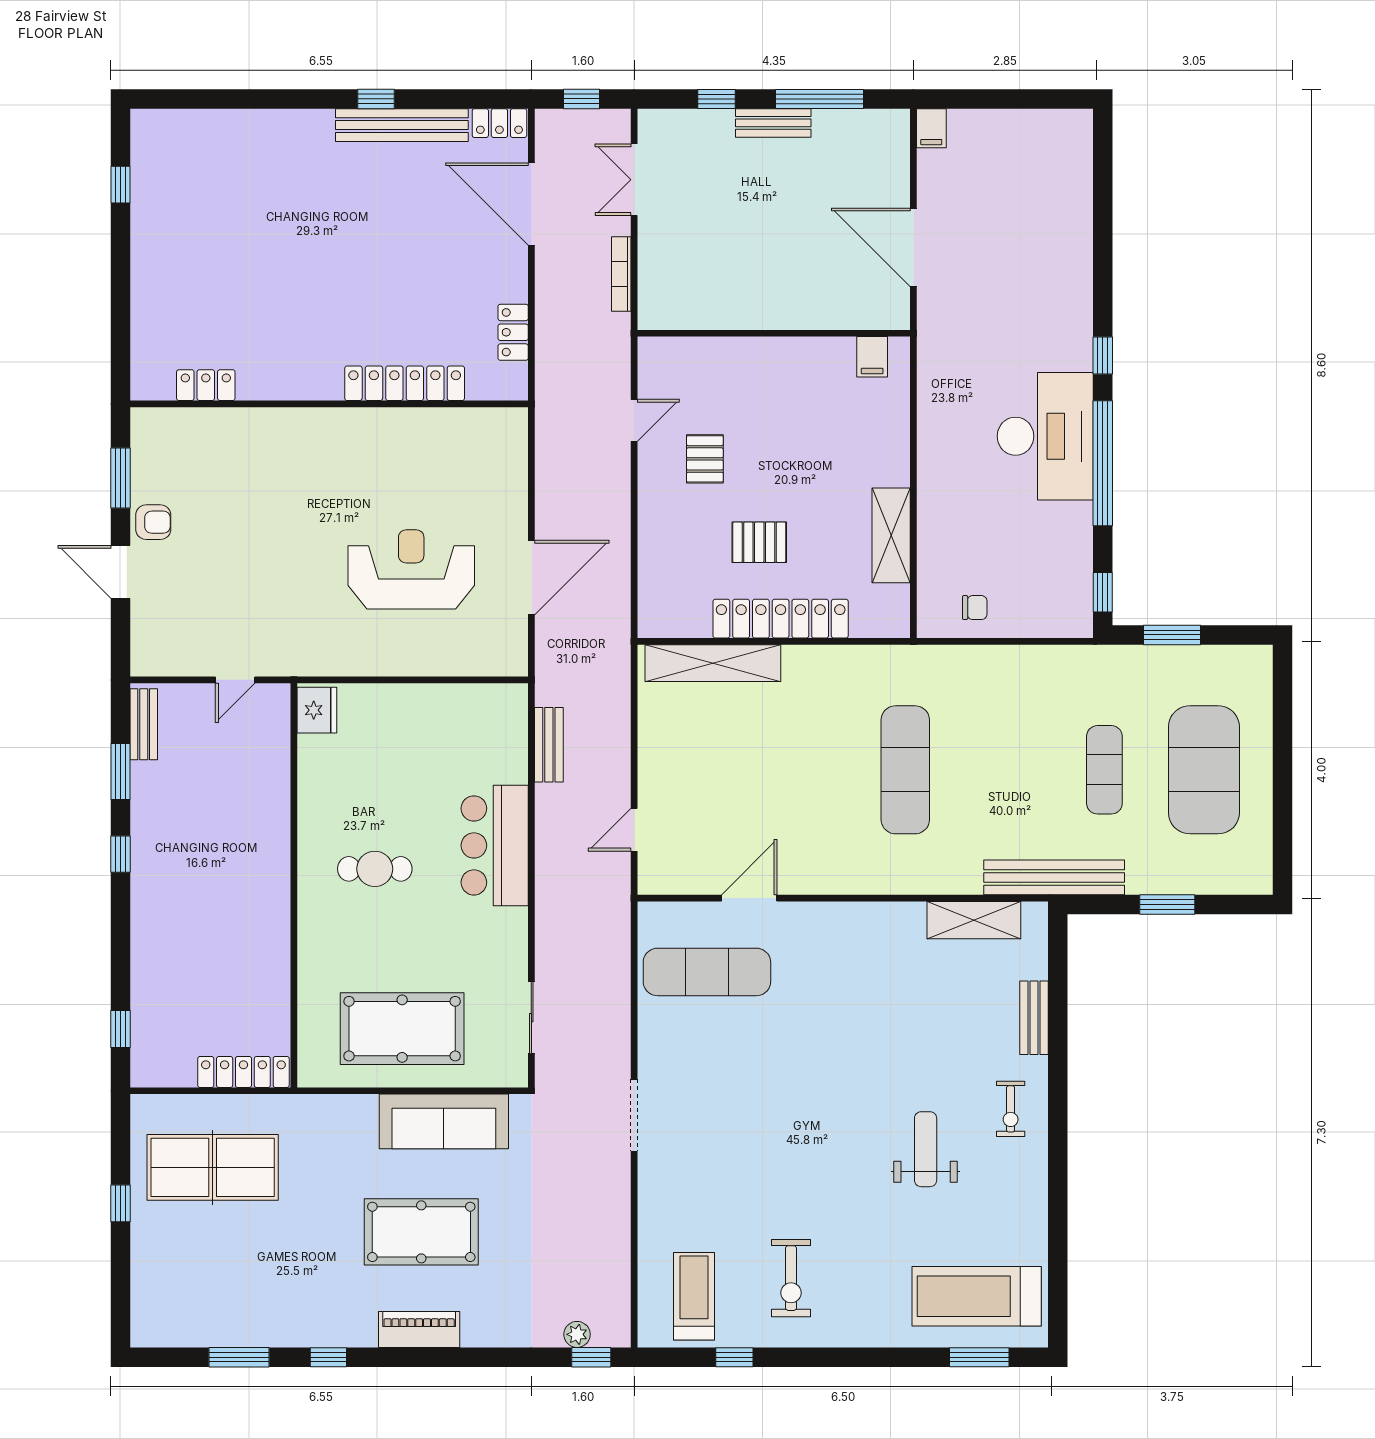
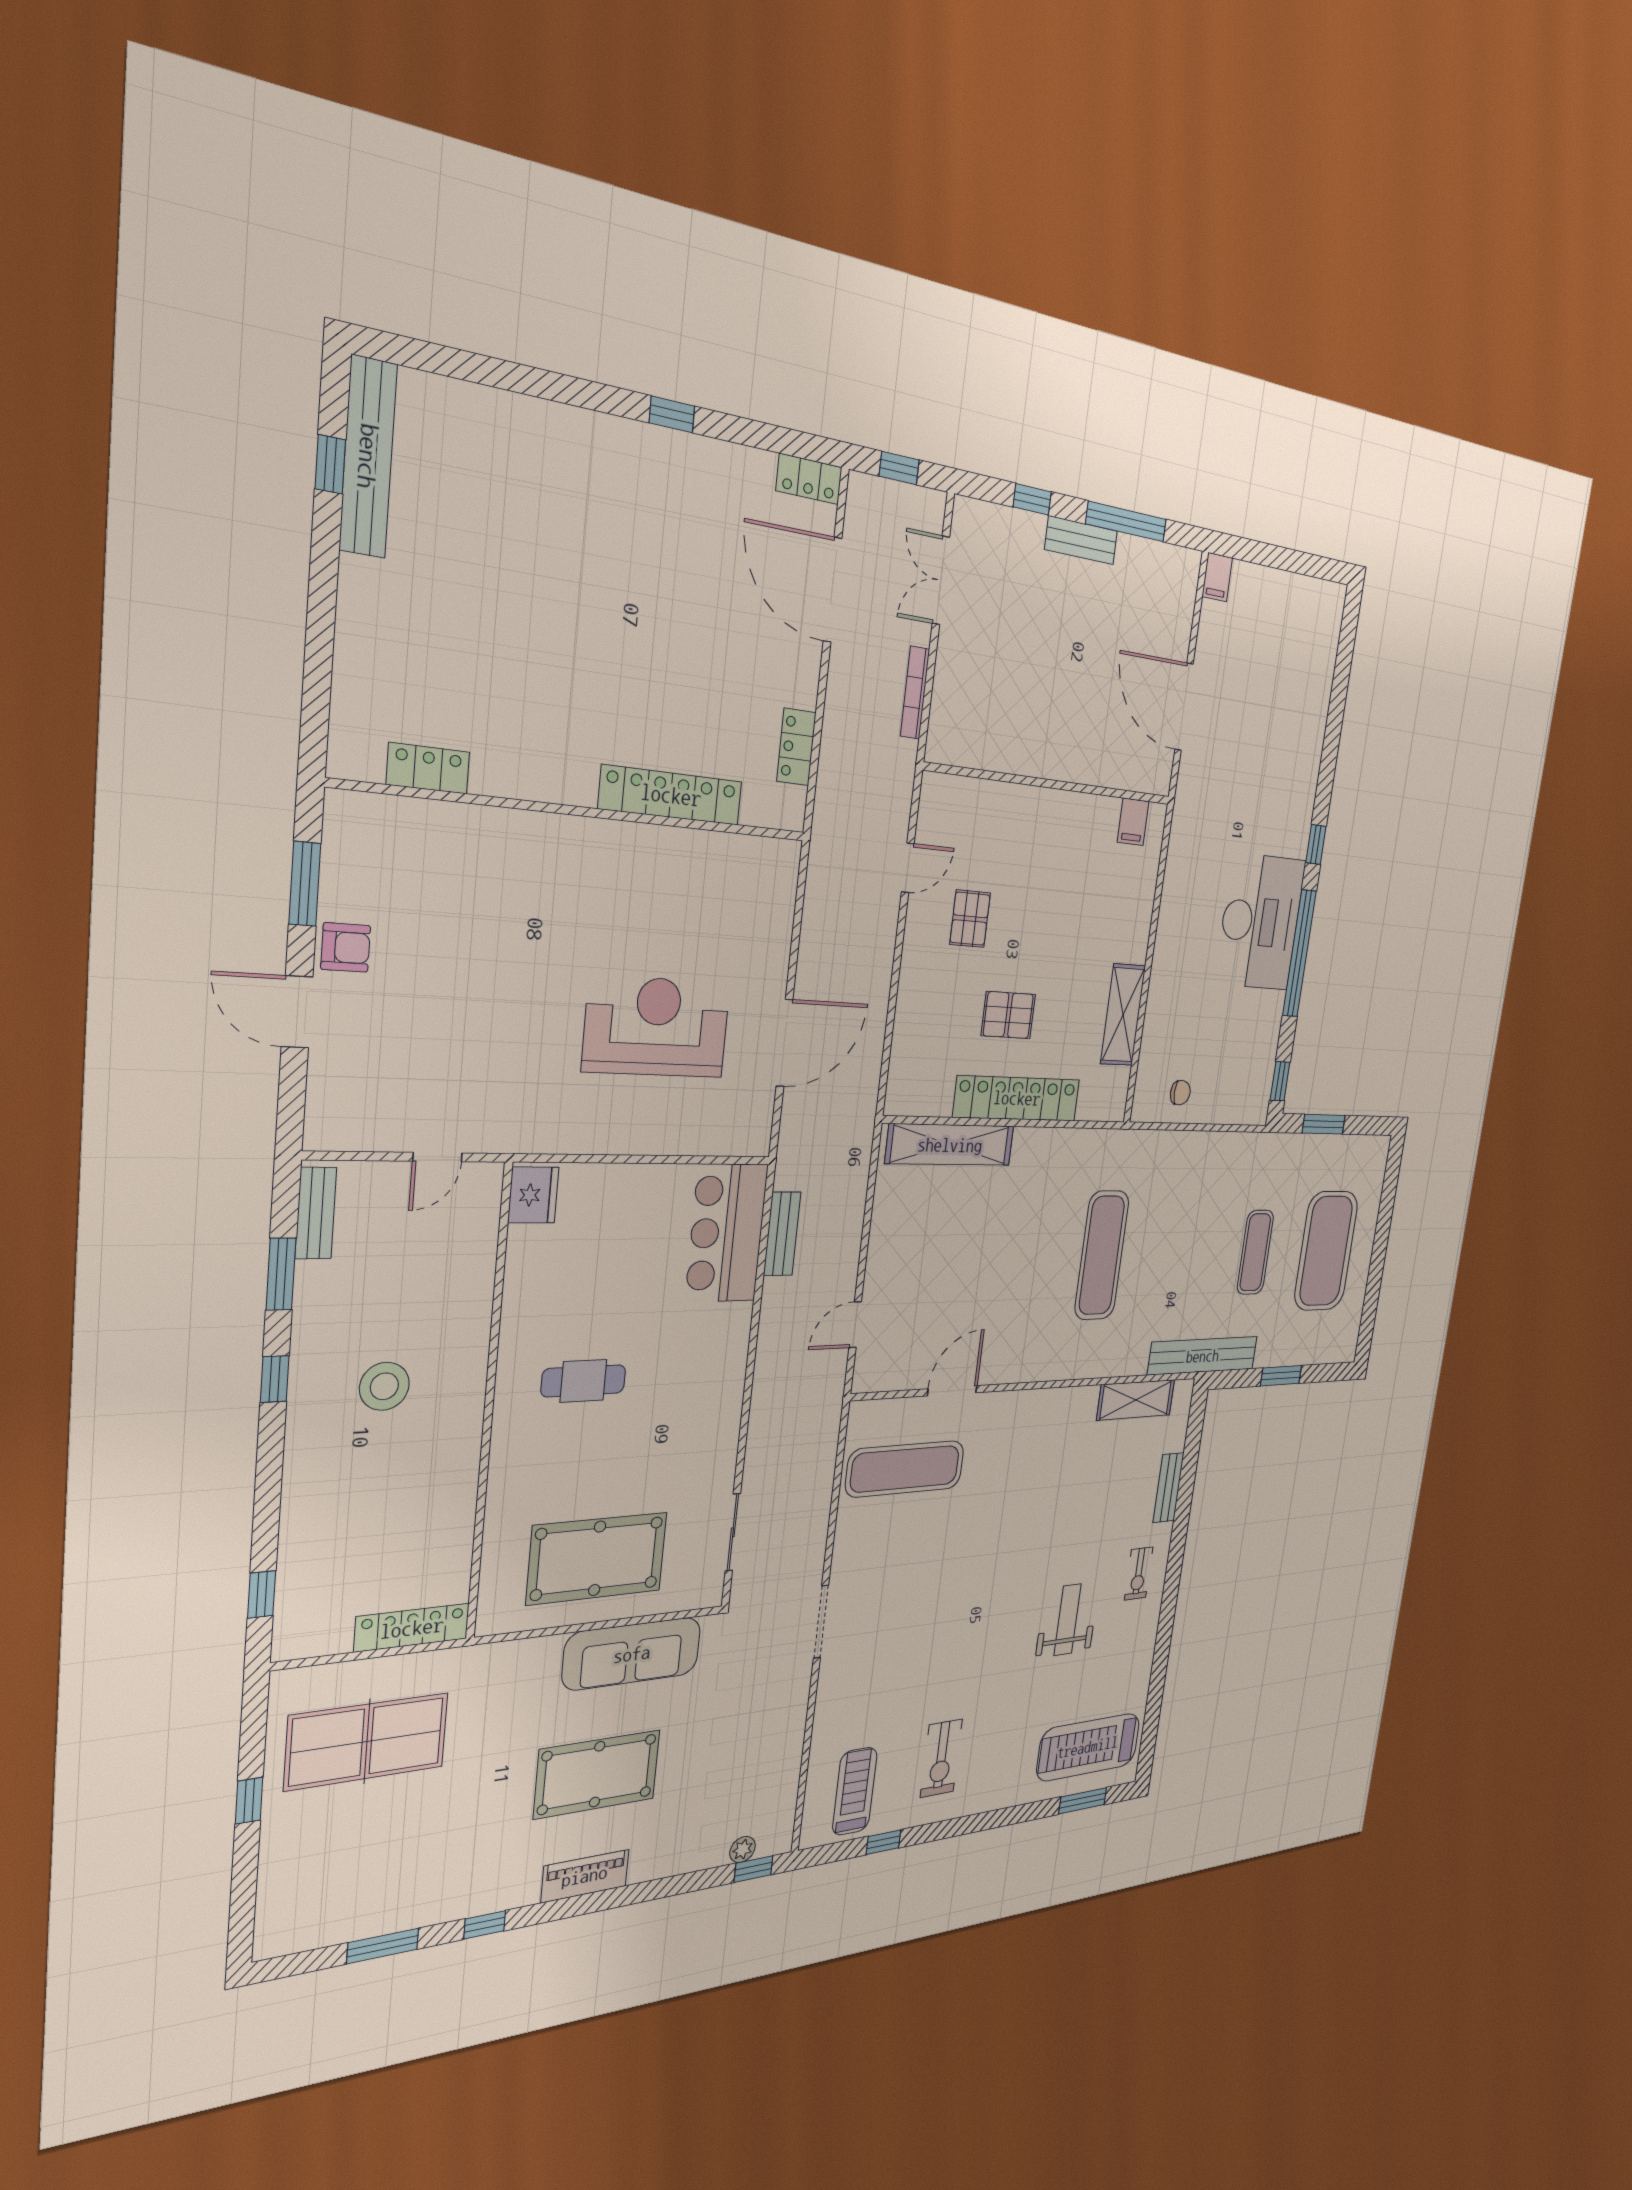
bench: (402, 125) -> (368, 457), moved, turned 90
bar counter: (495, 845) -> (727, 1233), moved
stool: (206, 865) -> (384, 1386), added

